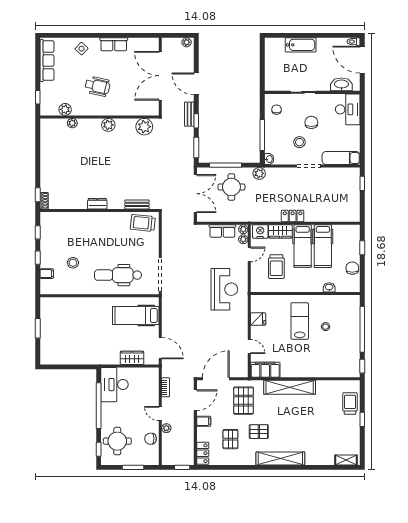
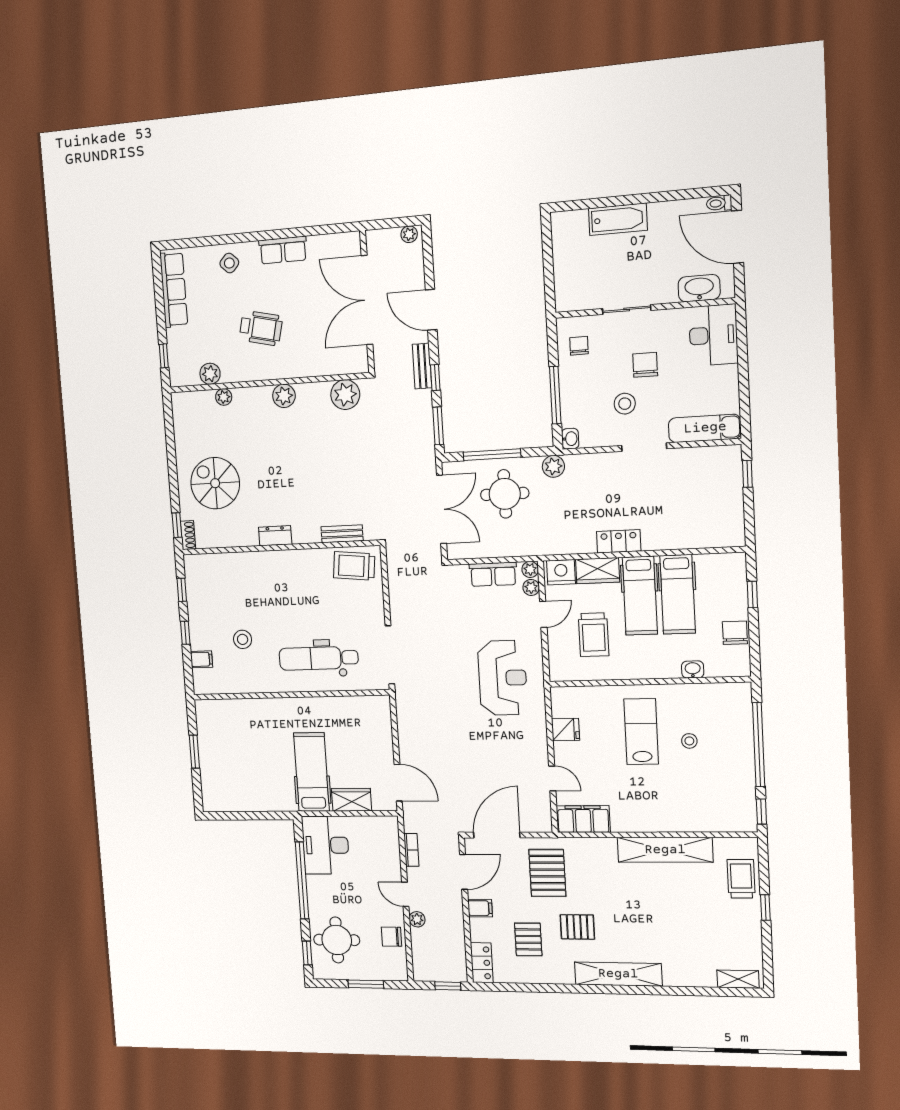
spiral stairs: (63, 172) -> (215, 483), added
hospital bed: (136, 315) -> (311, 772), moved, turned 90
shelving: (290, 387) -> (665, 850), moved

